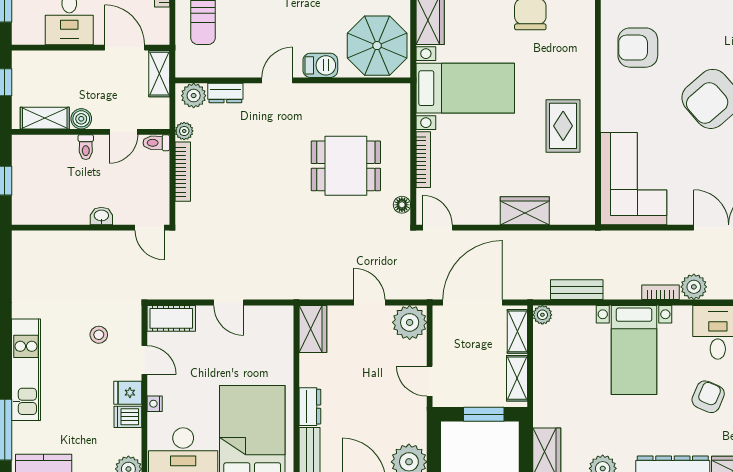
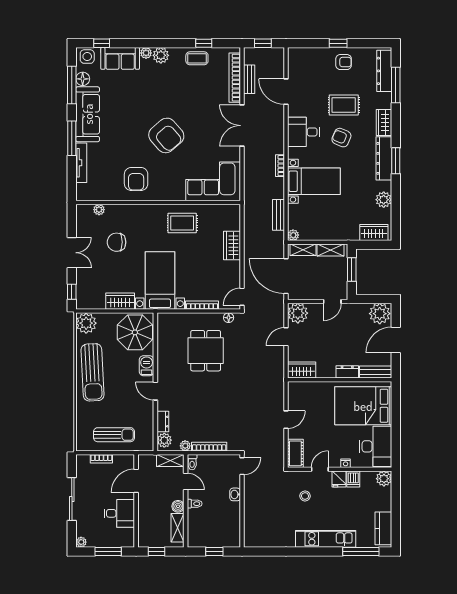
shelving: (159, 74) -> (170, 460), moved
plant: (694, 287) -> (277, 146), removed

